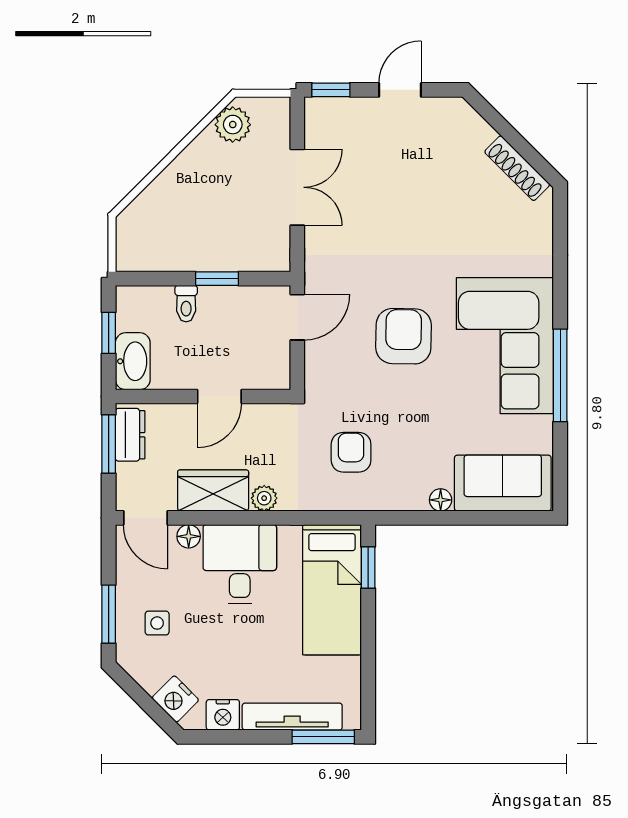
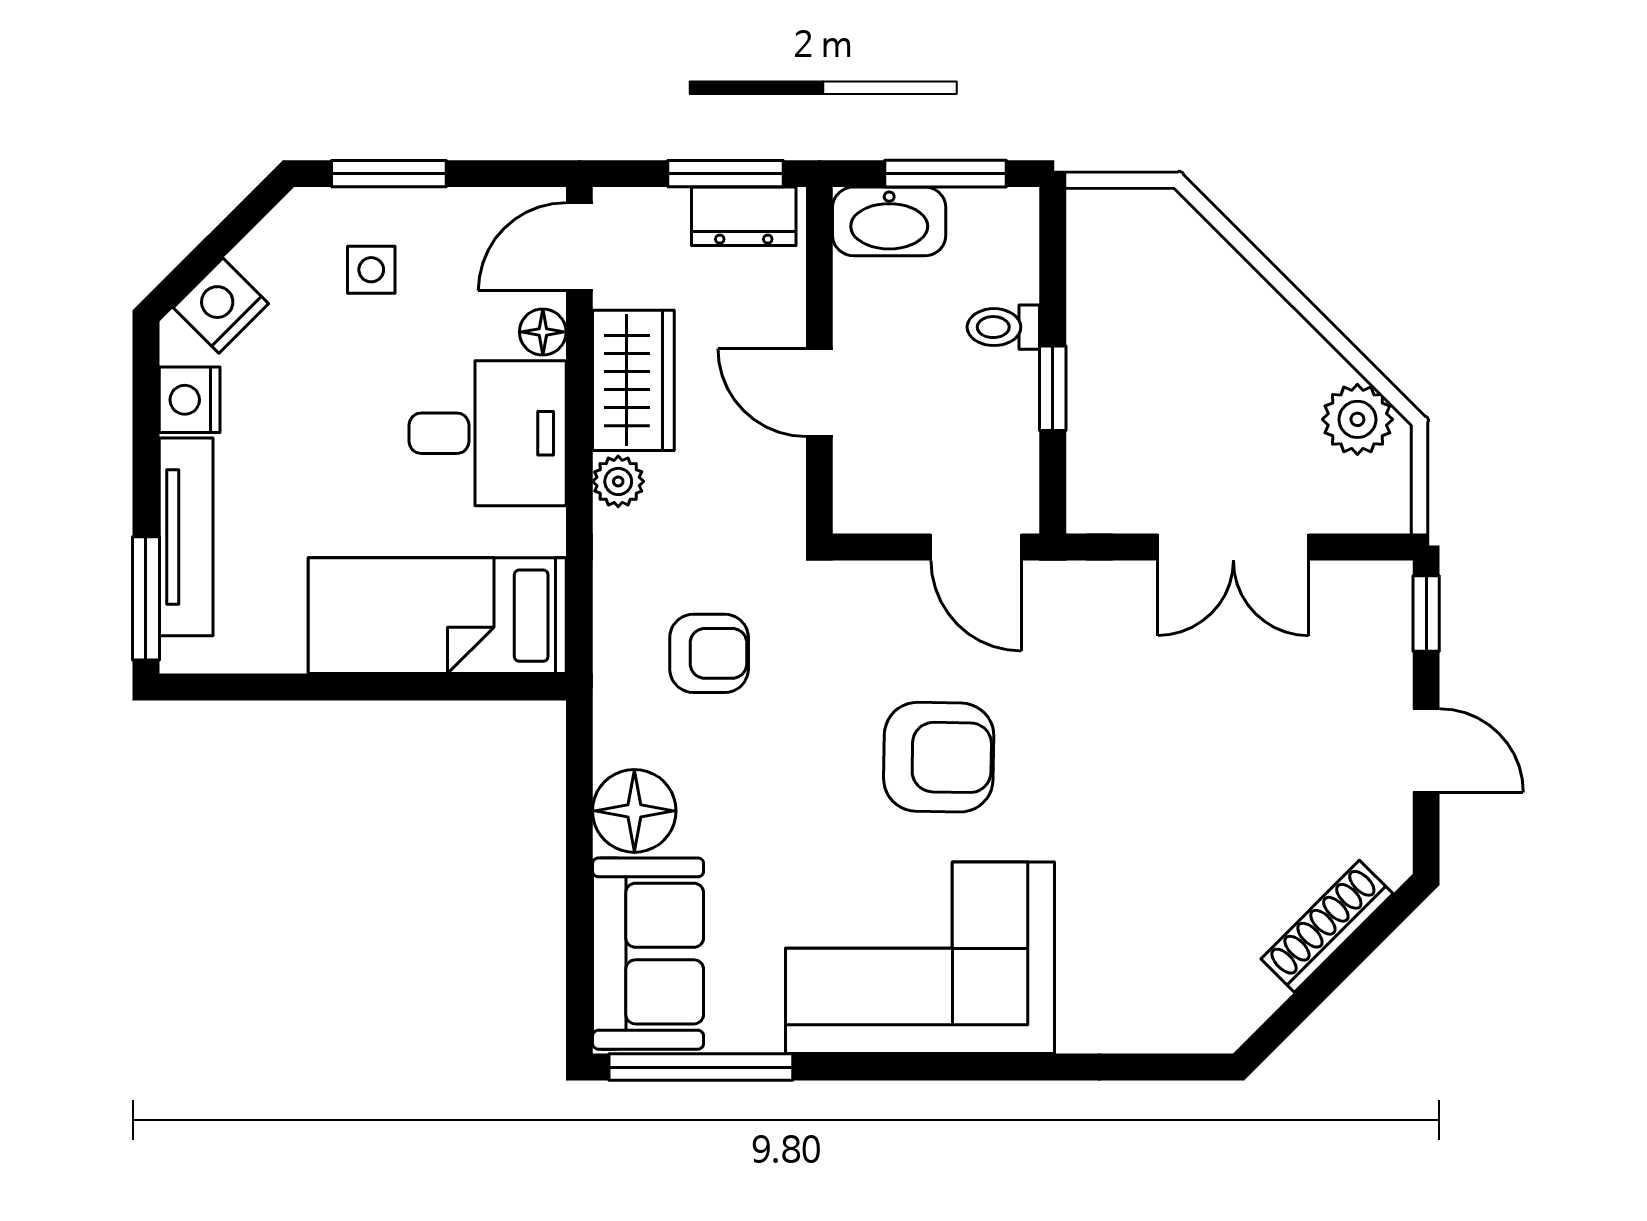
shoe rack: (517, 168) -> (1327, 926), moved
window: (109, 333) -> (945, 174), width x1.50
window: (560, 375) -> (701, 1067), moved
floor lamp: (441, 500) -> (634, 811), width x1.89, depth x1.89
window: (368, 567) -> (481, 687), removed

